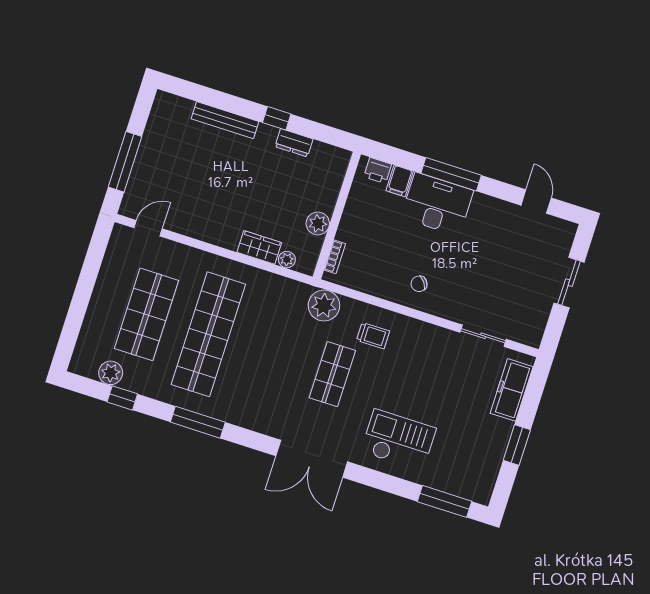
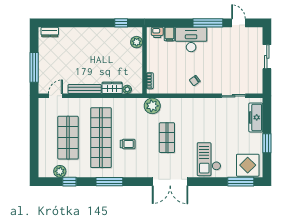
window: (277, 118) -> (121, 23), moved
bench: (225, 120) -> (85, 89), moved
dresser: (294, 143) -> (50, 32), moved
window: (451, 174) -> (208, 23), moved
plant: (318, 223) -> (137, 42), moved
trolley: (373, 336) -> (128, 144), moved
checkout: (398, 440) -> (209, 159), turned -90
display table: (468, 475) -> (248, 165), added

